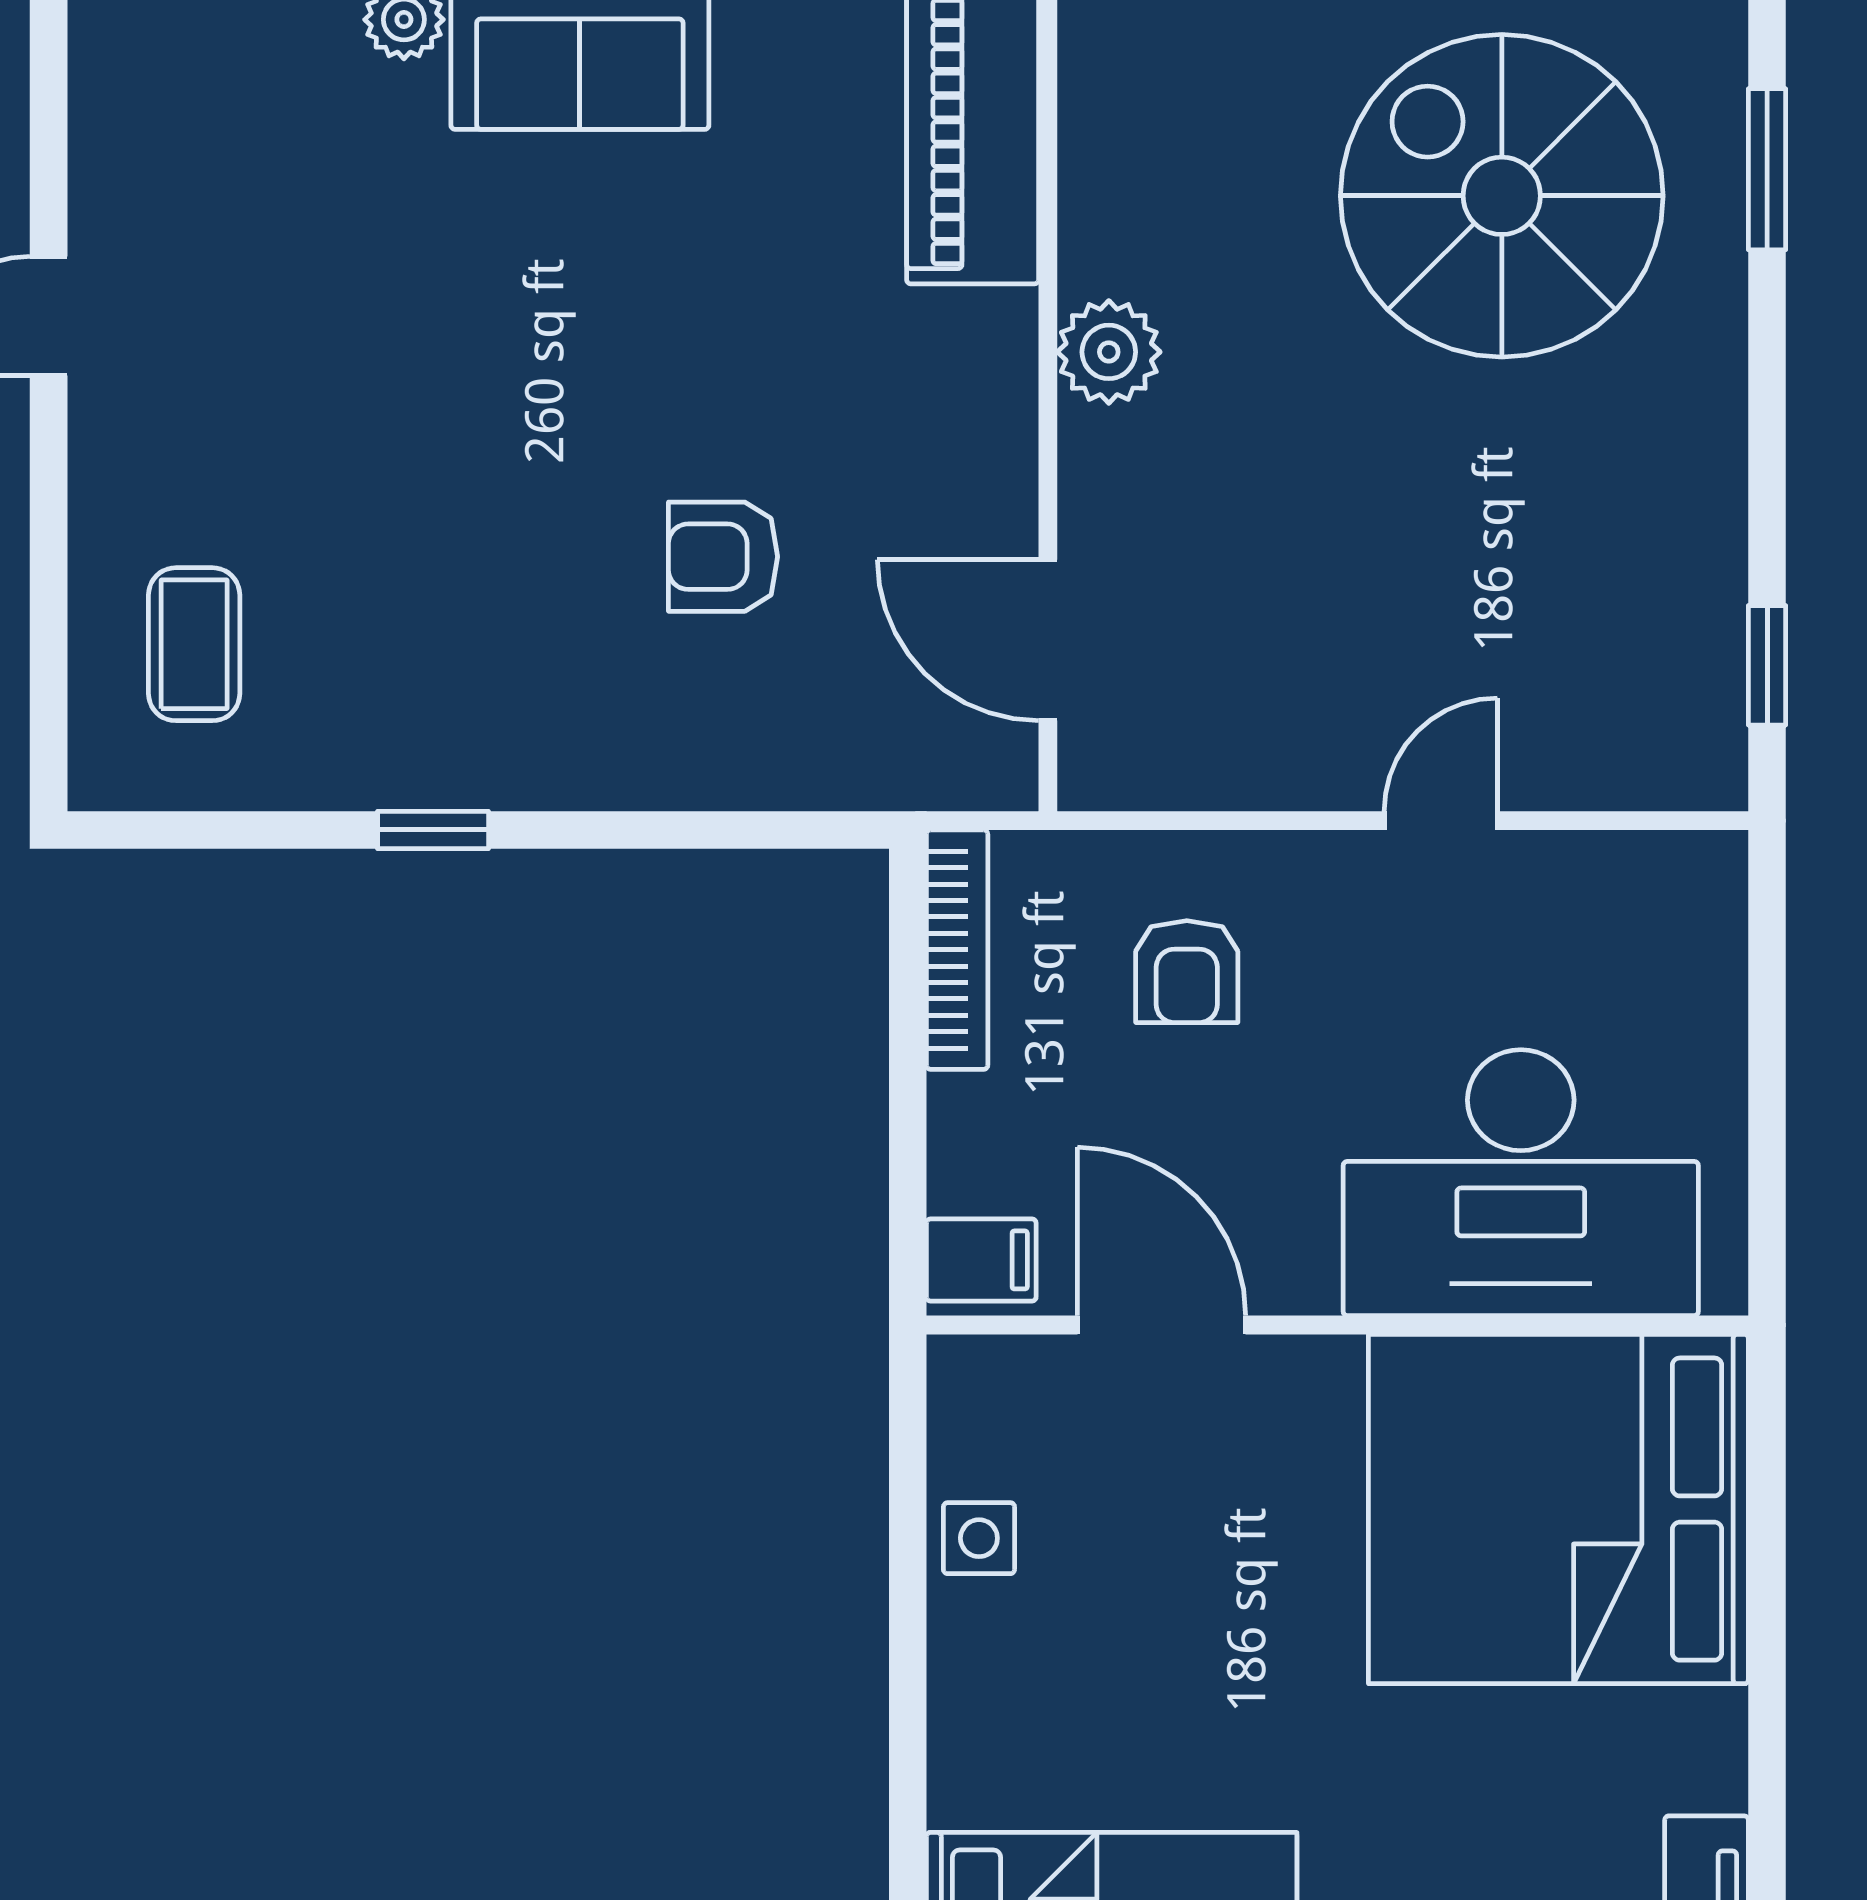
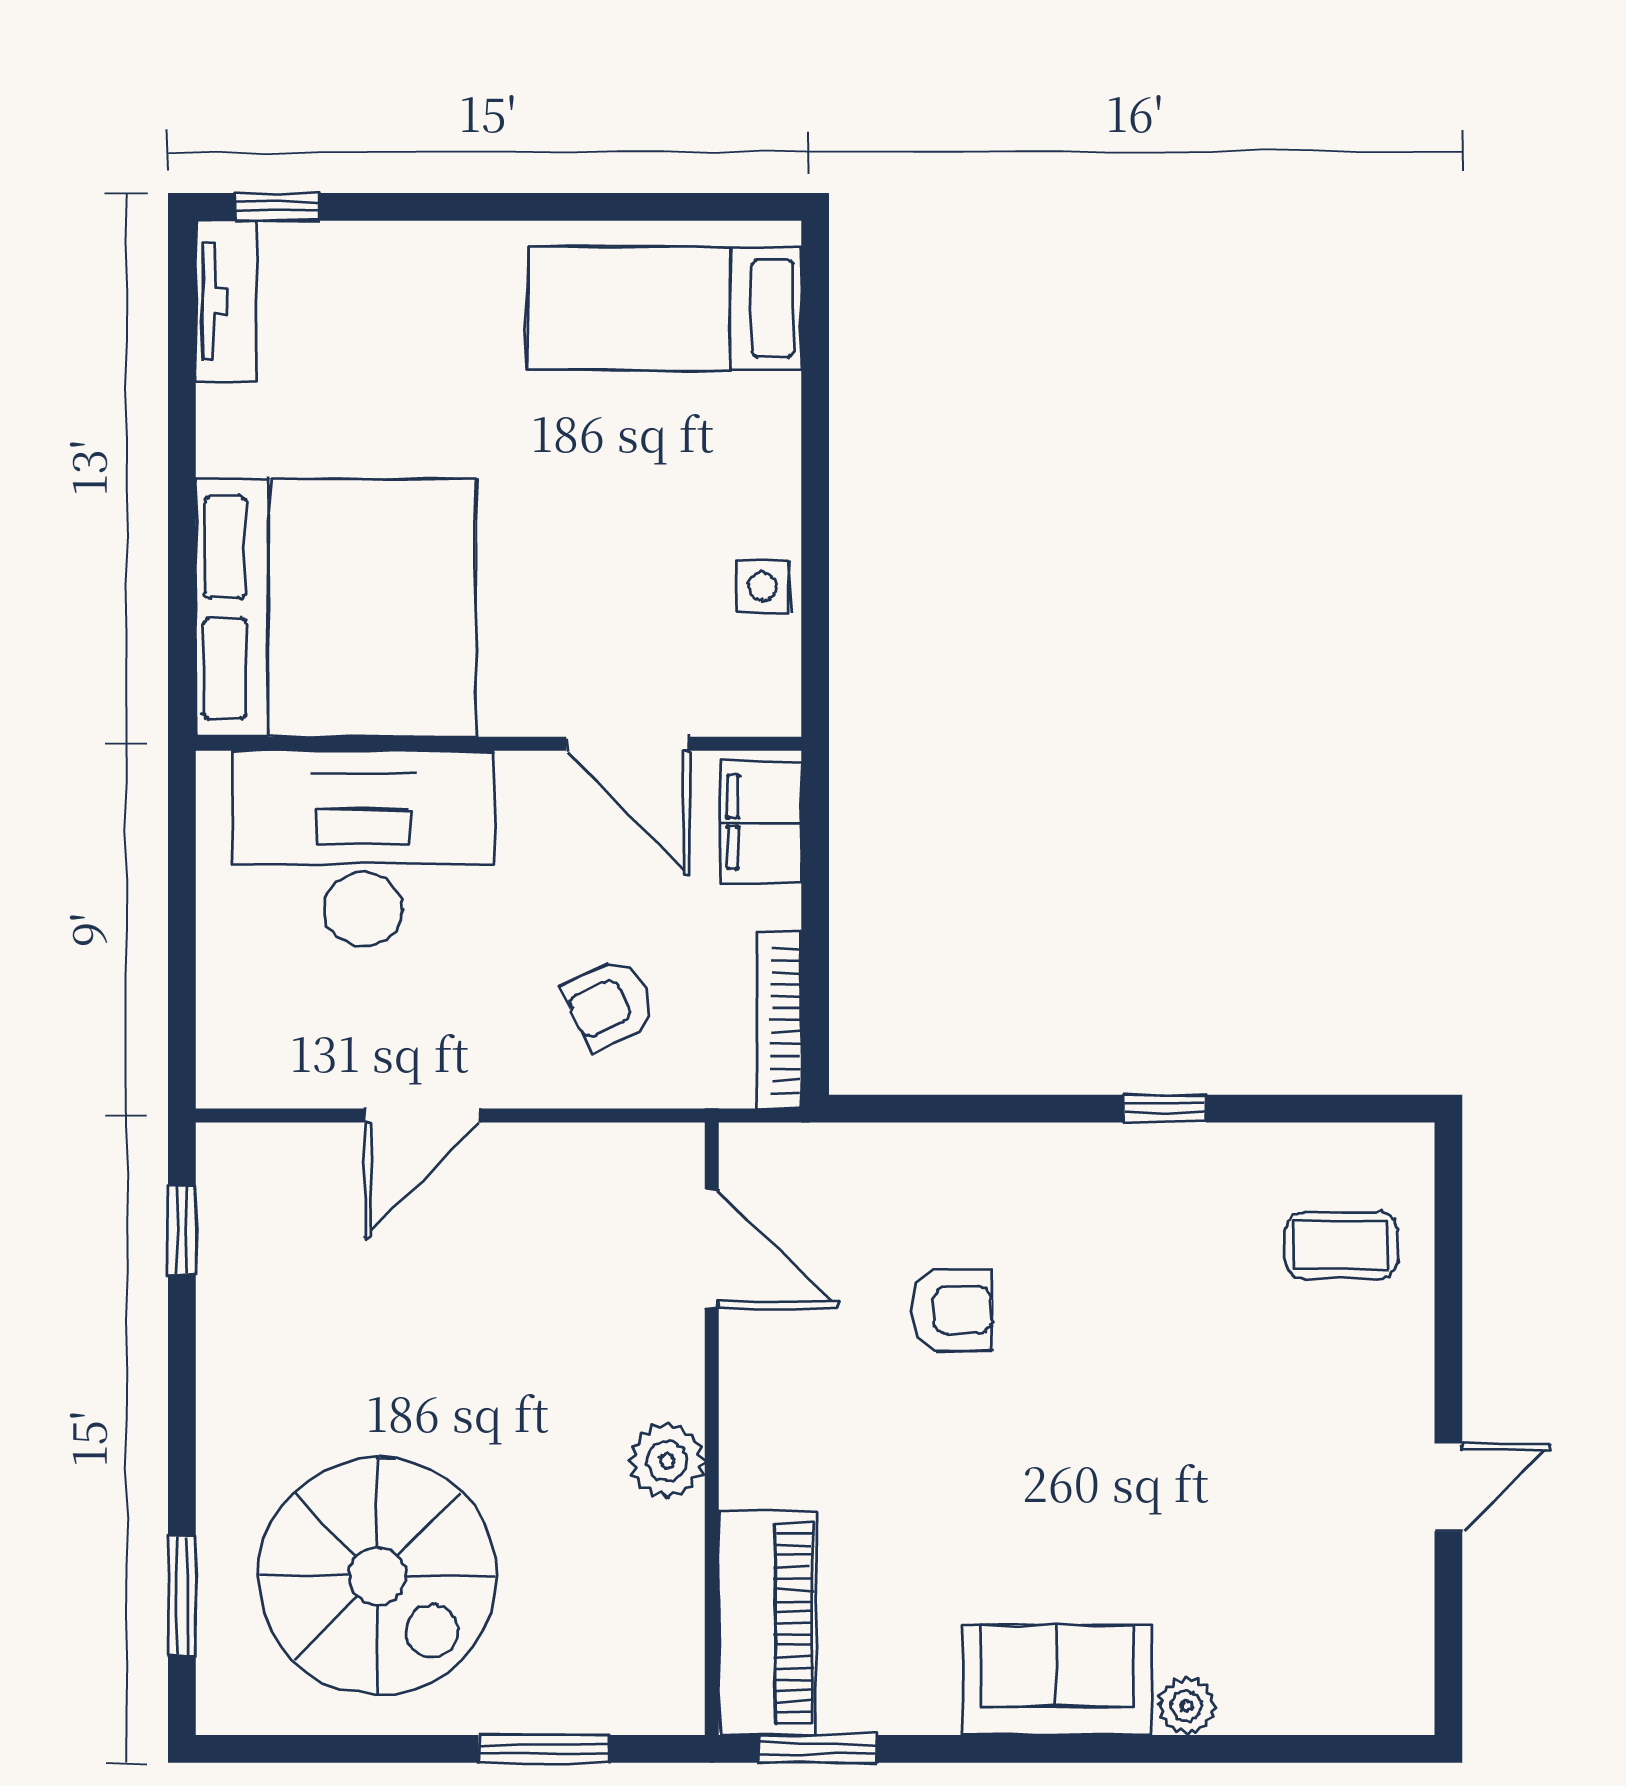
coffee table: (194, 644) -> (1341, 1246), turned 90
door: (1441, 821) -> (422, 1115), width x1.38
armchair: (1187, 972) -> (609, 1004), turned -114
filing cabinet: (981, 1260) -> (761, 822), width x2.00

